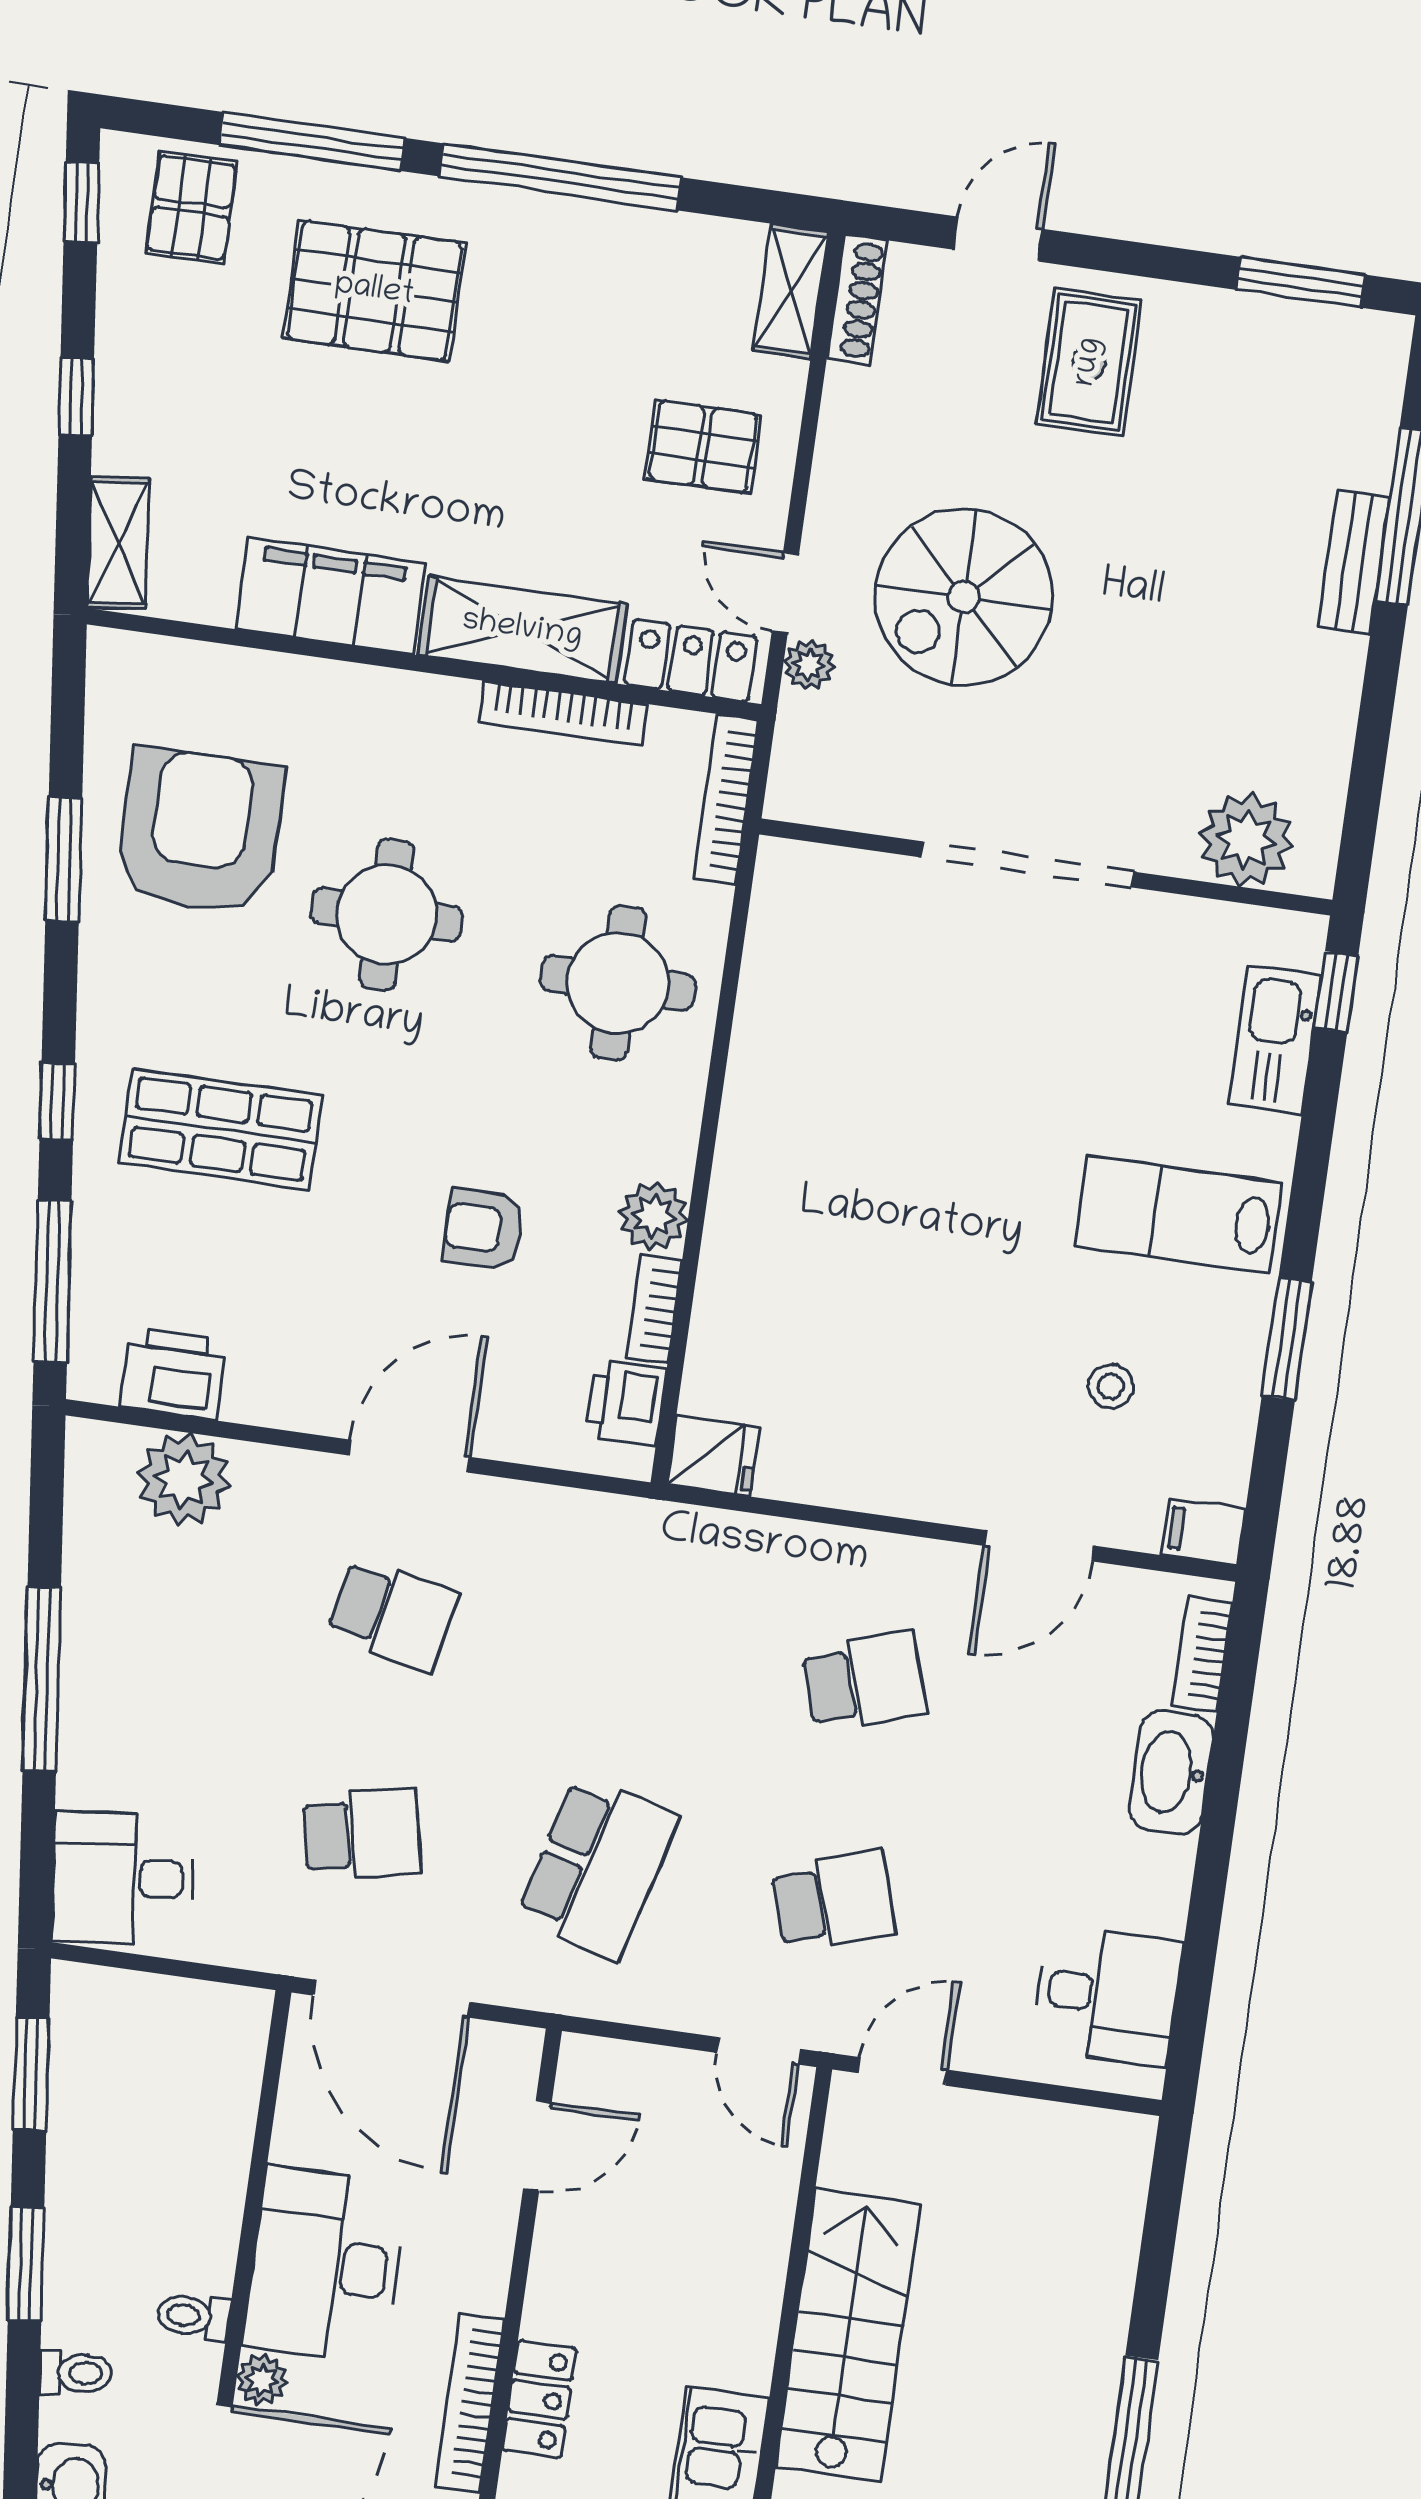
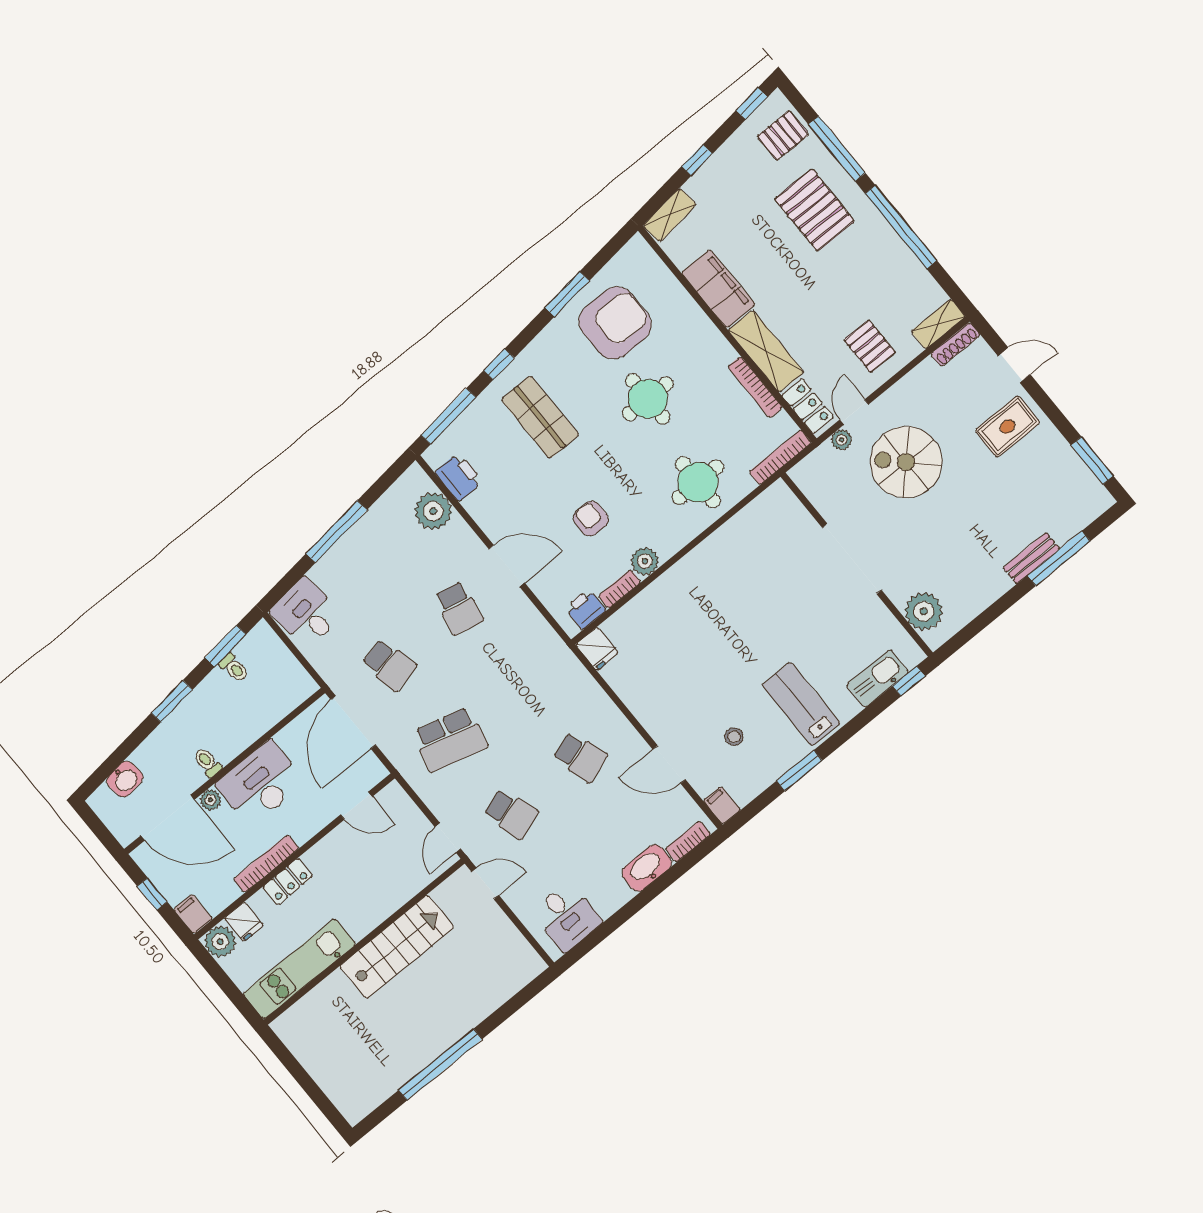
toilet: (76, 2373) -> (234, 668), moved

